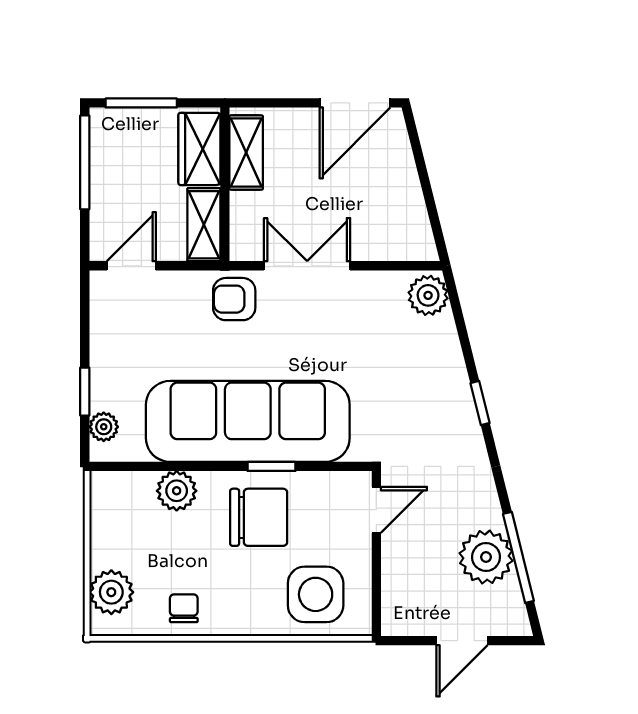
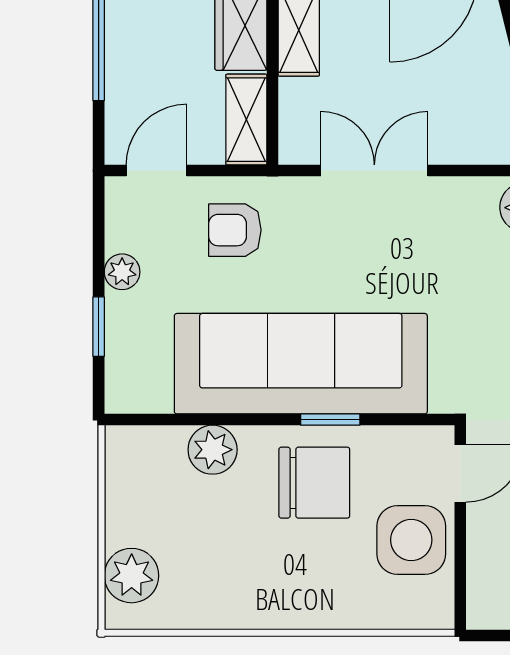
armchair: (234, 299) -> (235, 230), moved
plant: (104, 427) -> (122, 272), moved
side table: (316, 594) -> (411, 540), moved
chair: (184, 608) -> (221, 596), removed

